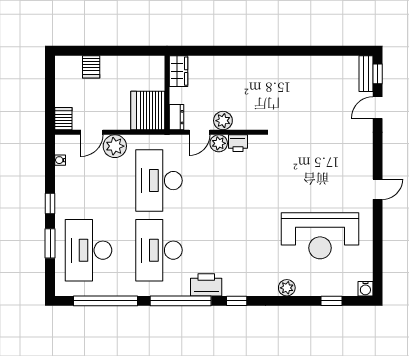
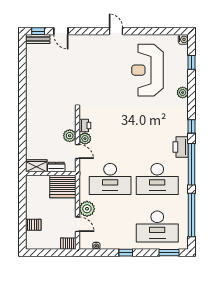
dresser: (177, 117) -> (56, 167), moved
reception desk: (320, 236) -> (147, 70), turned 180
window: (50, 243) -> (169, 253), moved

